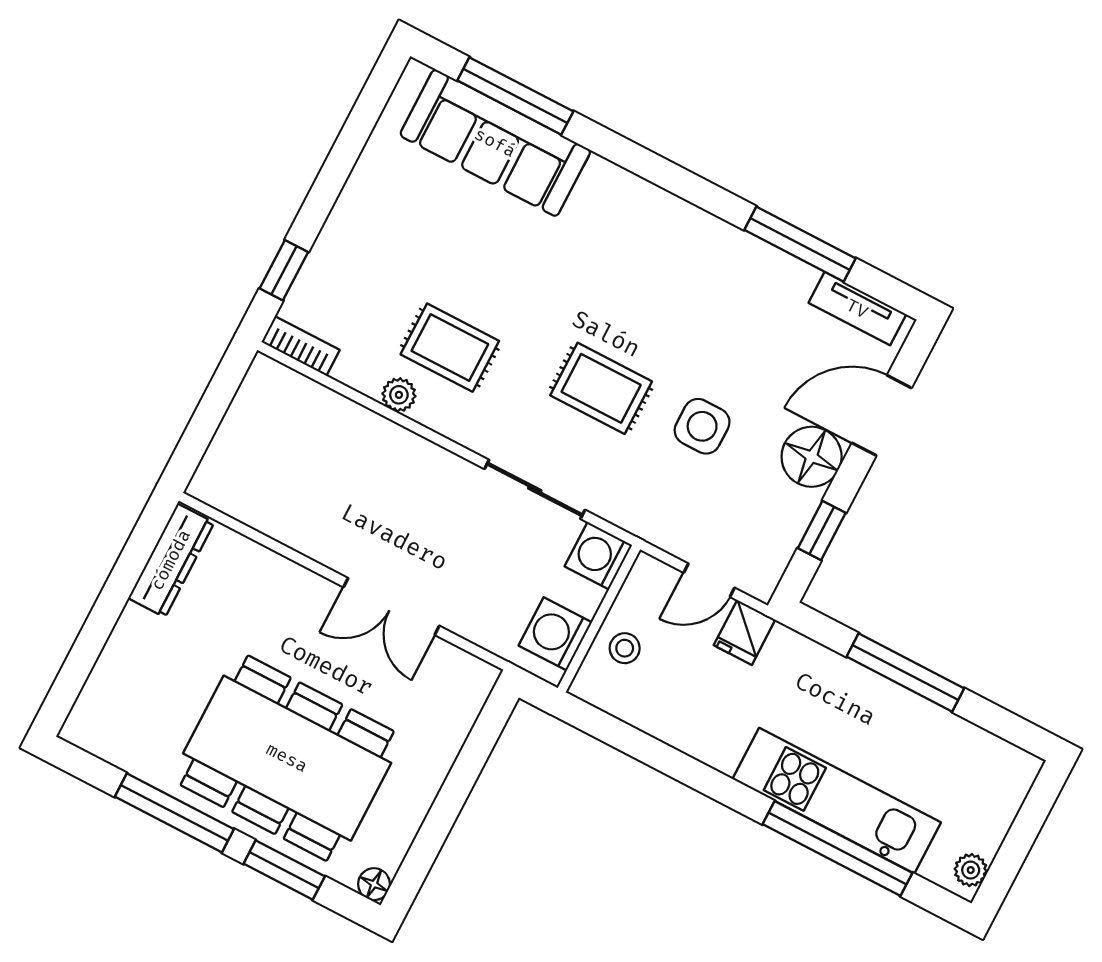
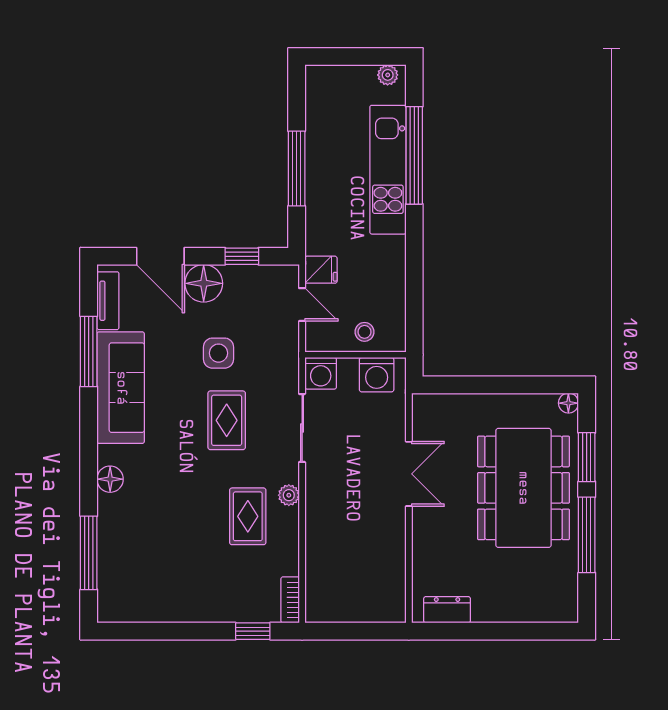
sofa: (495, 143) -> (121, 388), moved
floor lamp: (604, 180) -> (110, 479), added
plant: (399, 395) -> (289, 495), moved
dresser: (171, 560) -> (447, 610), width x0.70

